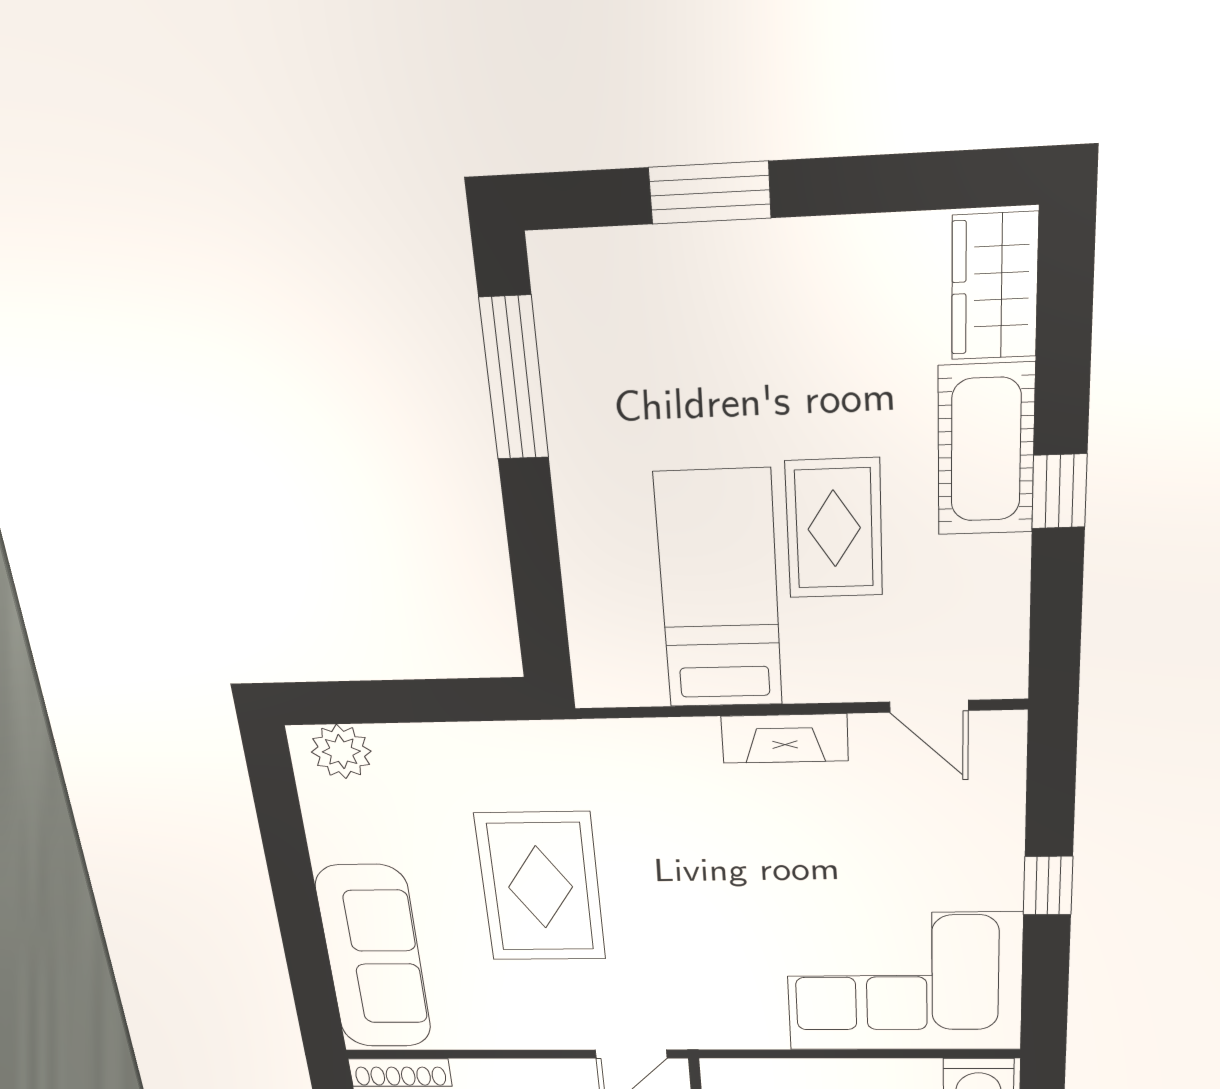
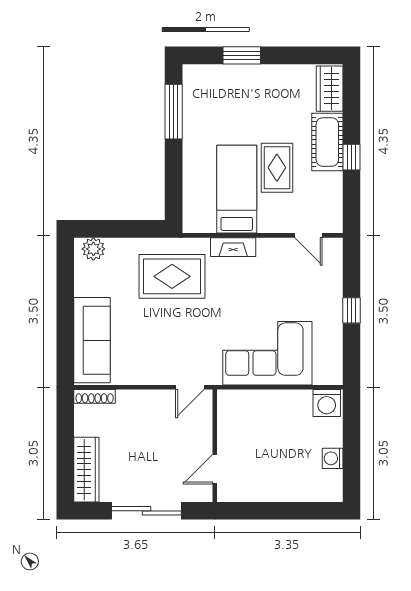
fireplace: (785, 739) -> (233, 247), moved
rug: (541, 887) -> (172, 276), moved, turned 90
corner sofa: (904, 982) -> (267, 353), moved

